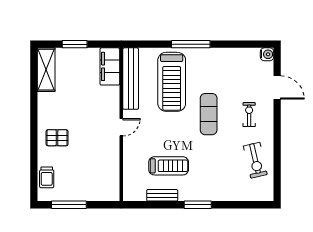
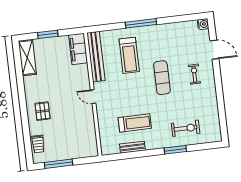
treadmill: (172, 82) -> (129, 55), width x0.73, depth x0.73
door: (121, 127) -> (93, 97), swing flipped
pallet: (57, 138) -> (43, 111), turned 90
exercise bike: (255, 160) -> (186, 128), moved, turned -77
window: (198, 205) -> (175, 150), moved

